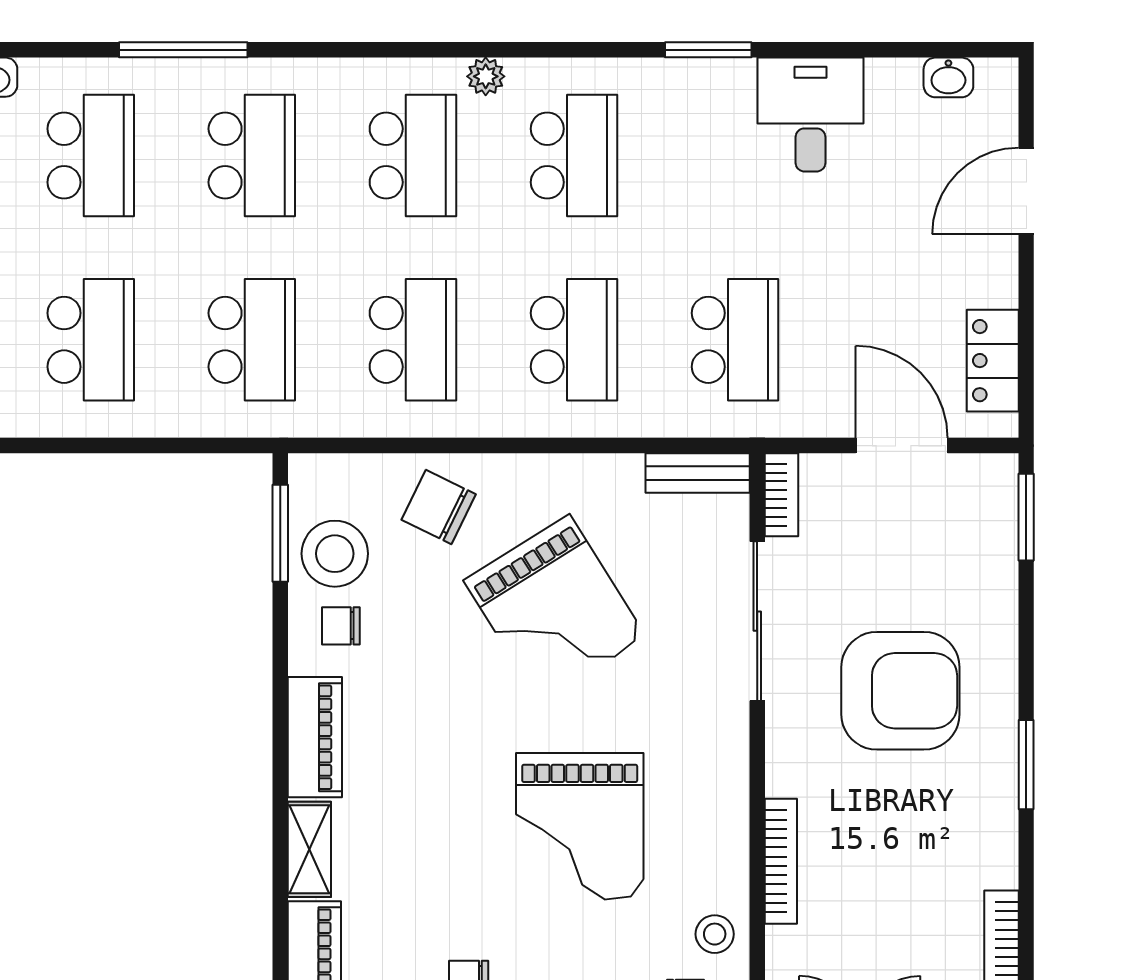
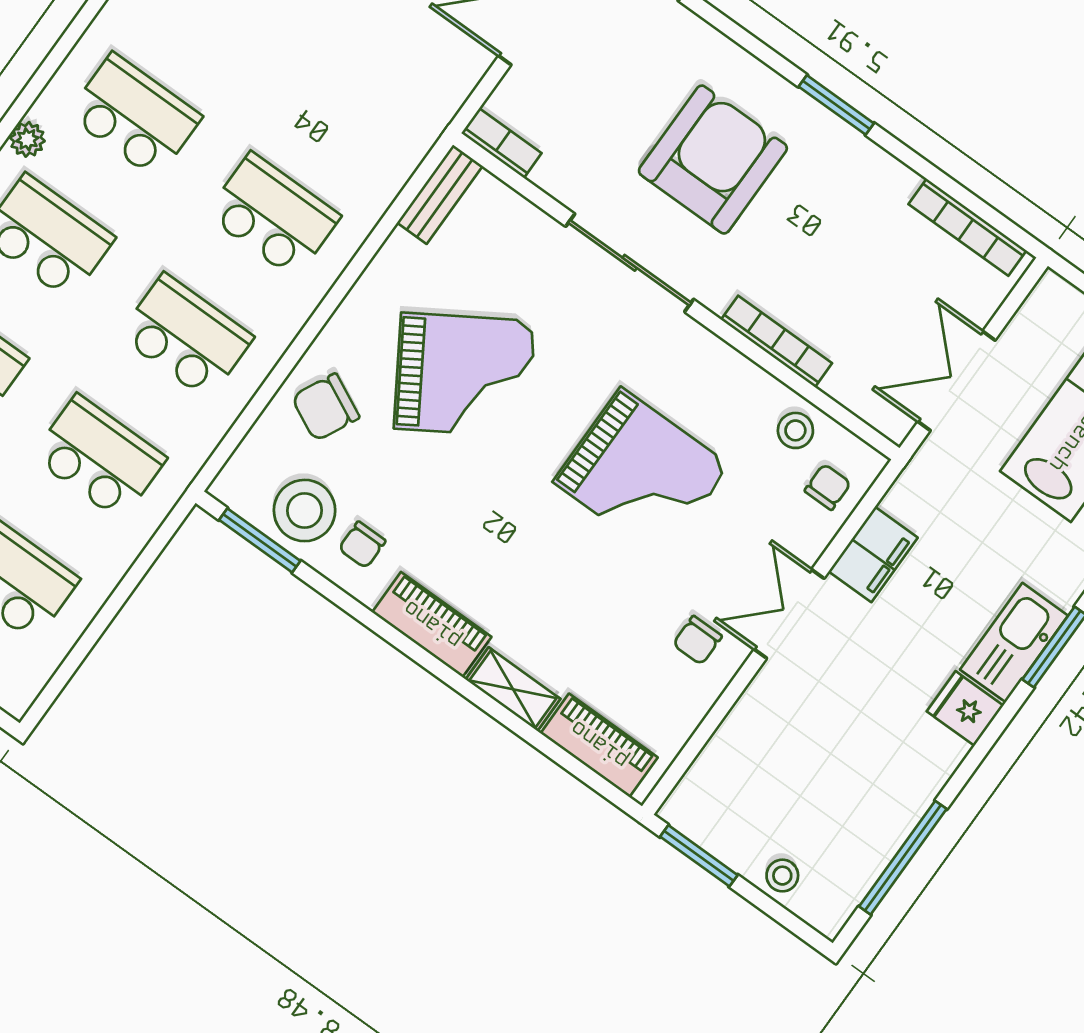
school desk: (735, 340) -> (360, 94), removed
sliding door: (757, 621) -> (630, 263), moved

